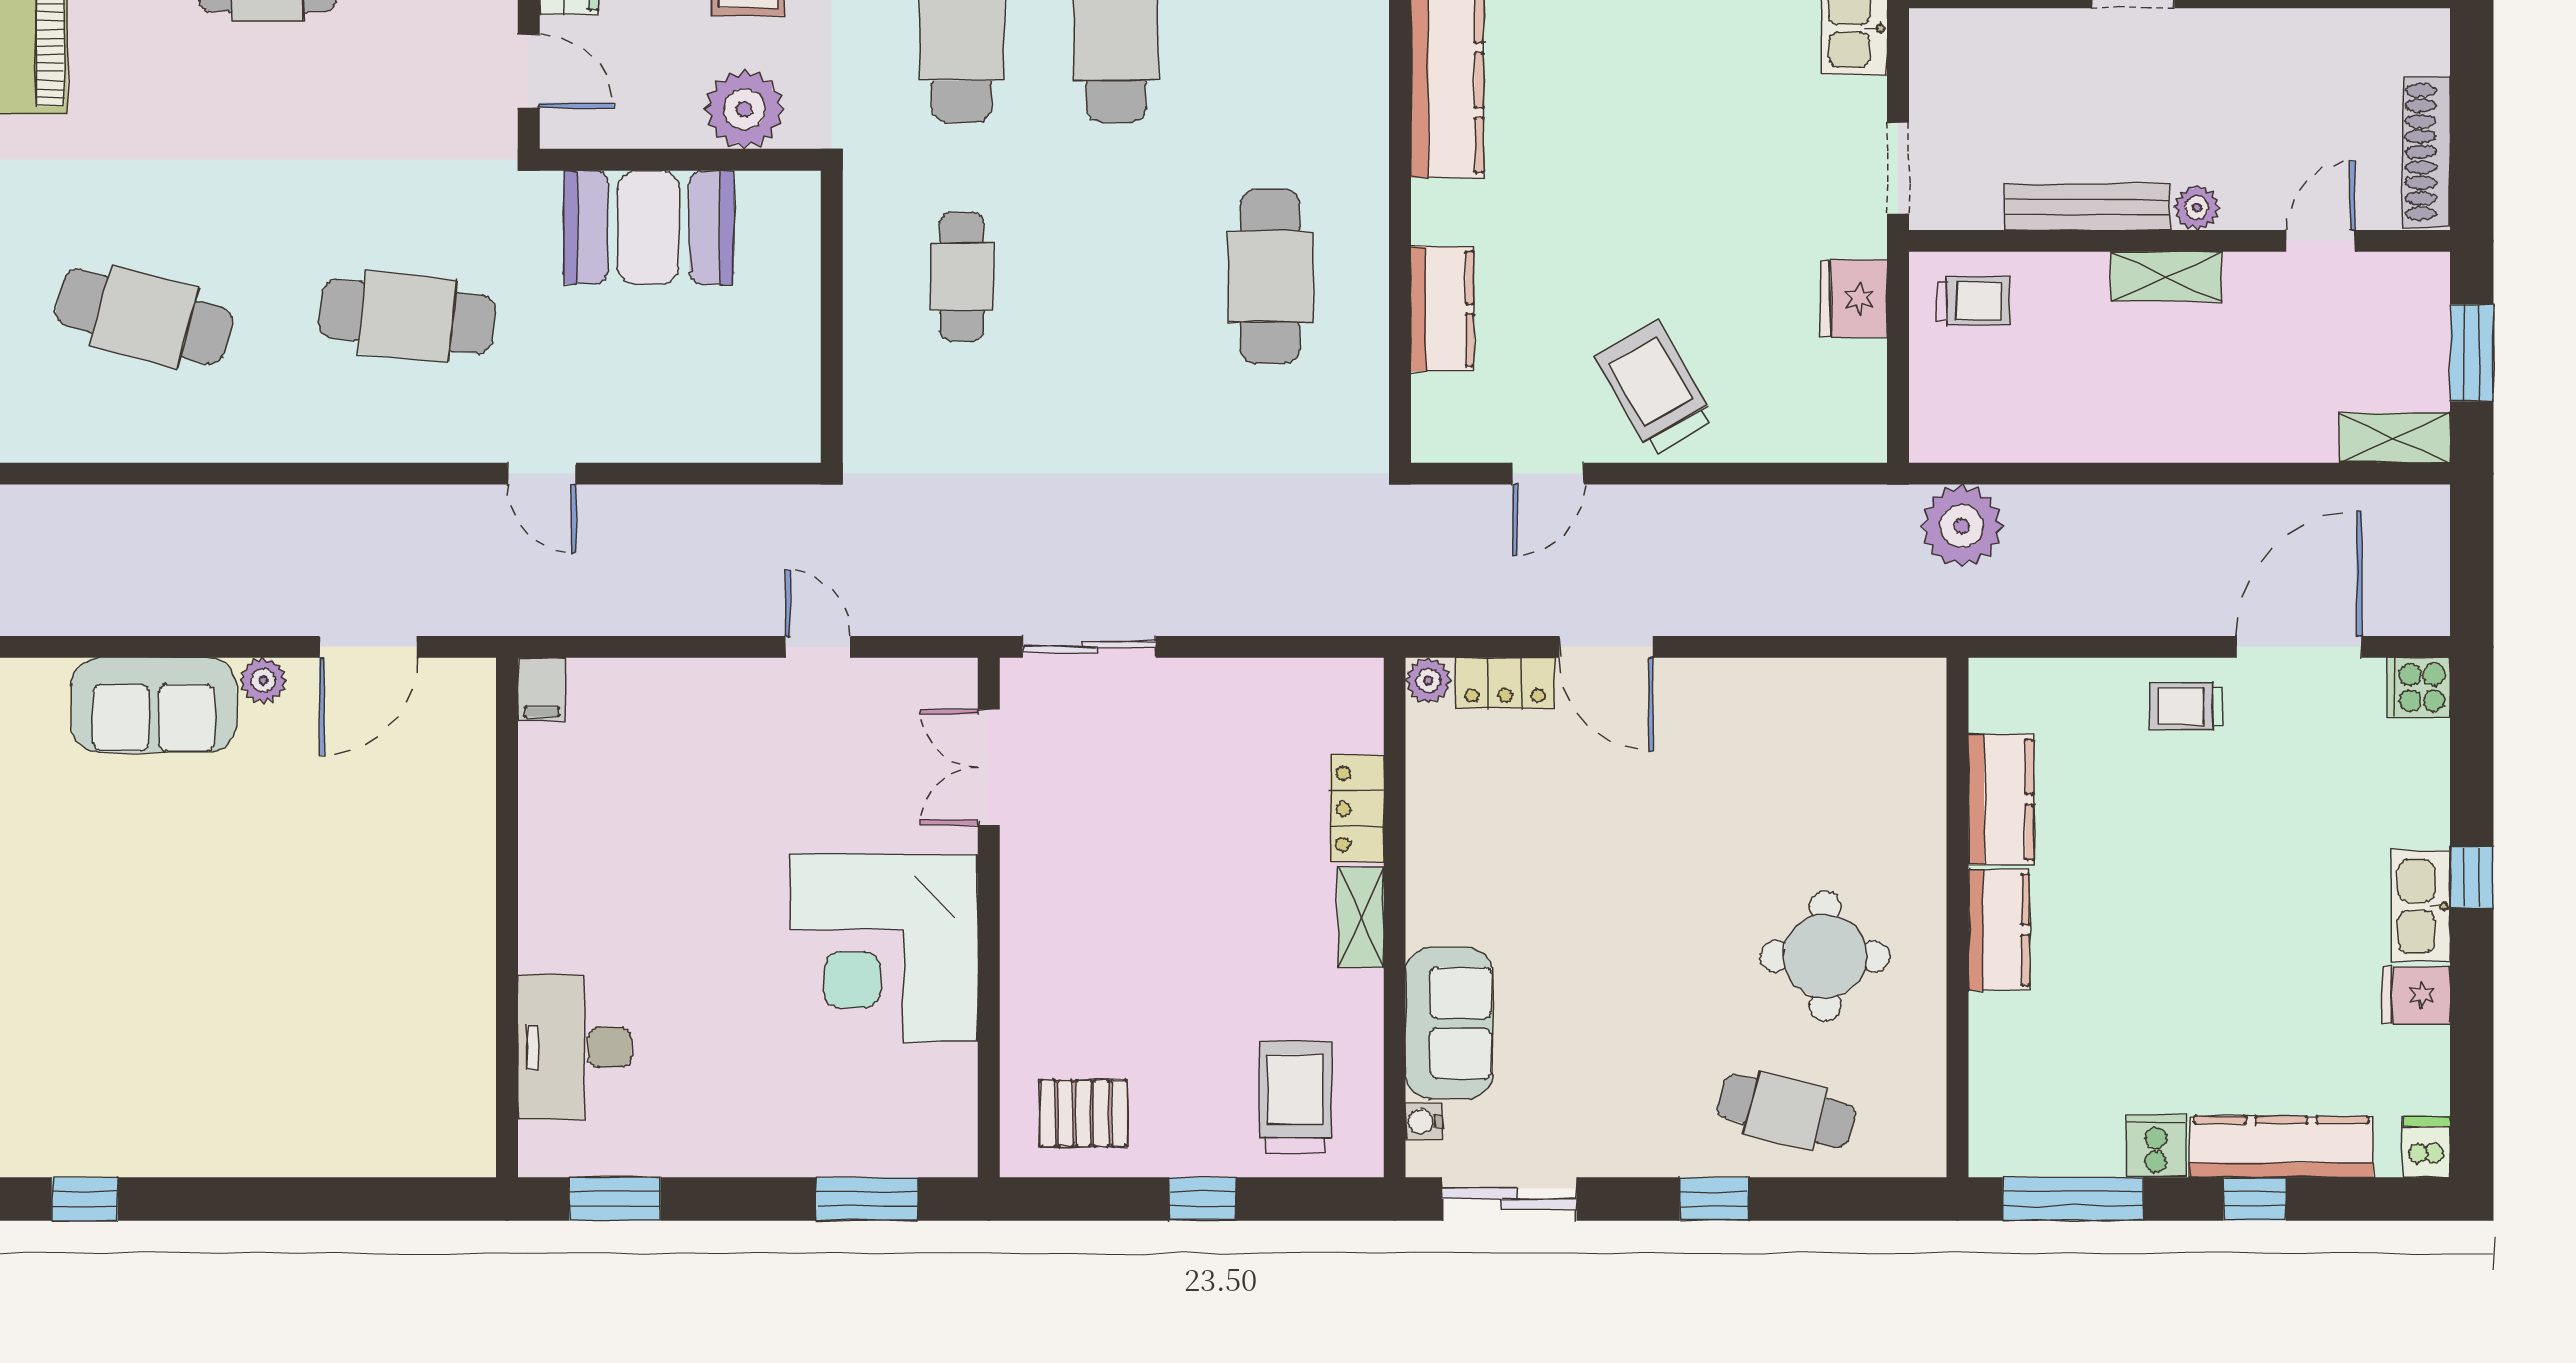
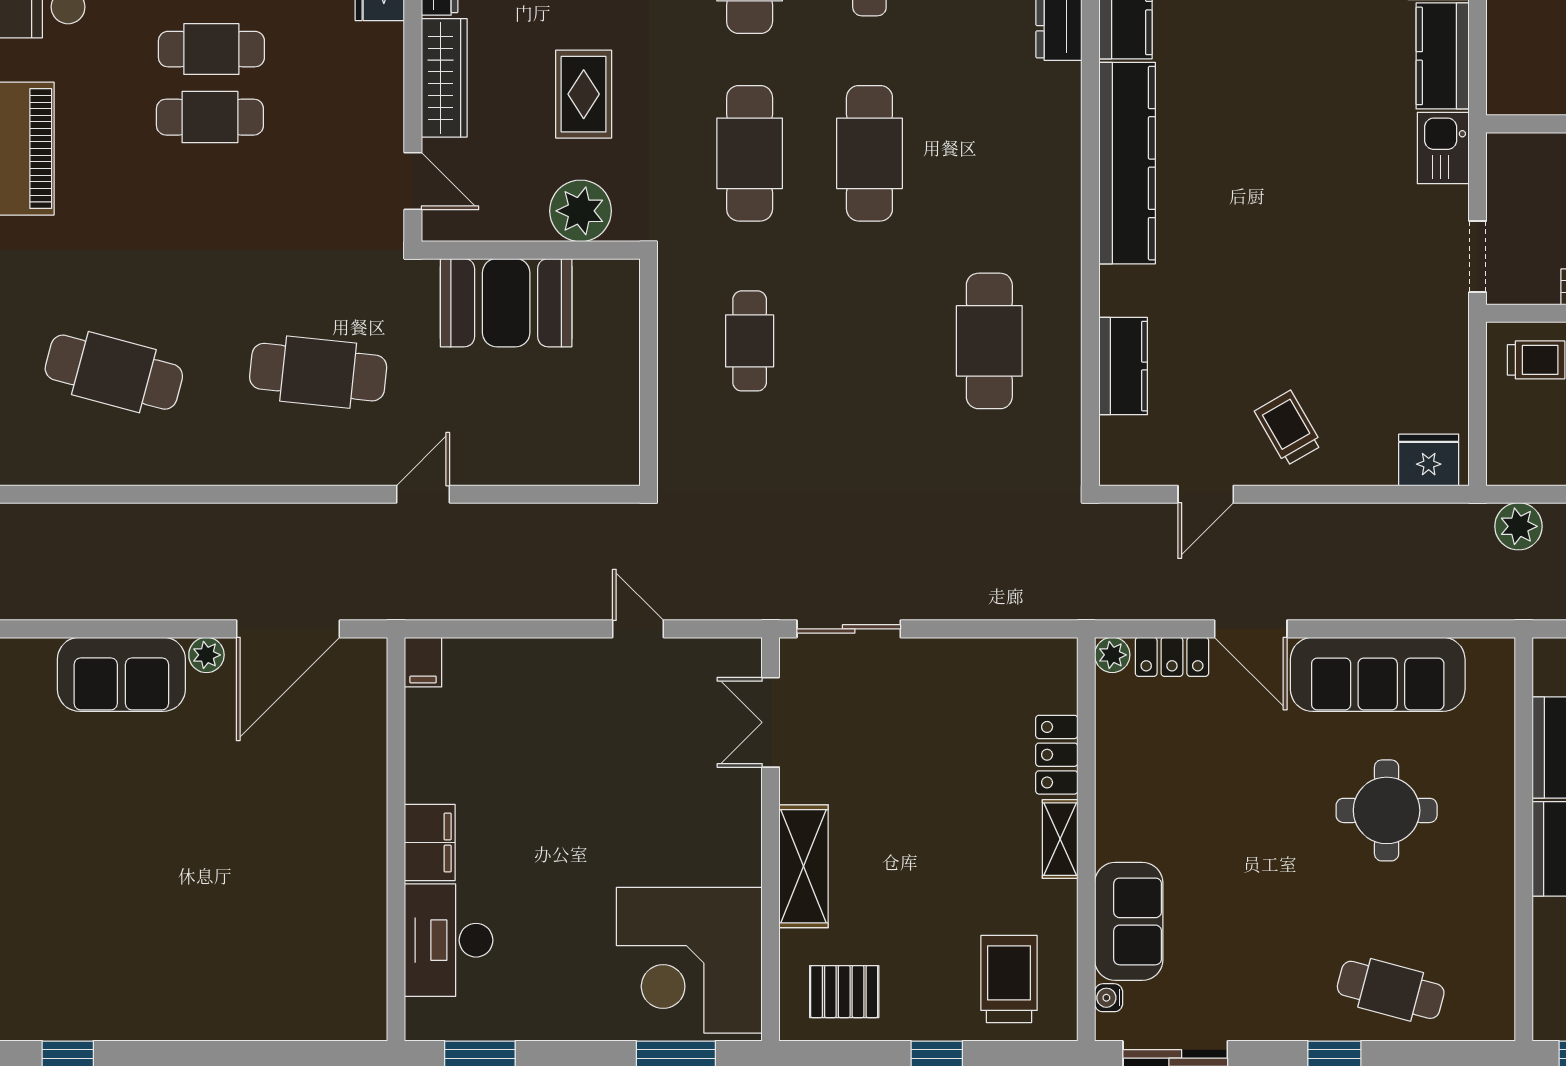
fridge: (1854, 299) -> (1429, 460), moved, turned 90
trolley: (1655, 389) -> (1288, 428), width x0.73, depth x0.72
door: (542, 474) -> (423, 494), swing flipped
plant: (1962, 526) -> (1518, 526), width x0.73, depth x0.73
door: (368, 647) -> (288, 629), width x1.36
sofa: (1770, 705) -> (1378, 674), added
filing cabinet: (551, 922) -> (430, 843), added
corner desk: (884, 948) -> (689, 960), moved
shelving: (1031, 952) -> (804, 866), added
round table: (1825, 956) -> (1387, 810), moved

